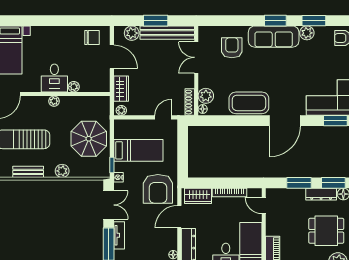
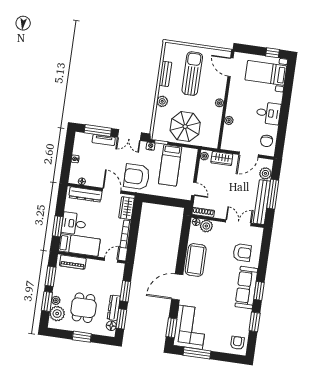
window: (156, 21) -> (273, 194), width x1.44
plant: (307, 33) -> (246, 315), removed
desk: (54, 78) -> (268, 113), moved, turned 180
door: (285, 121) -> (177, 287), hinge flipped

